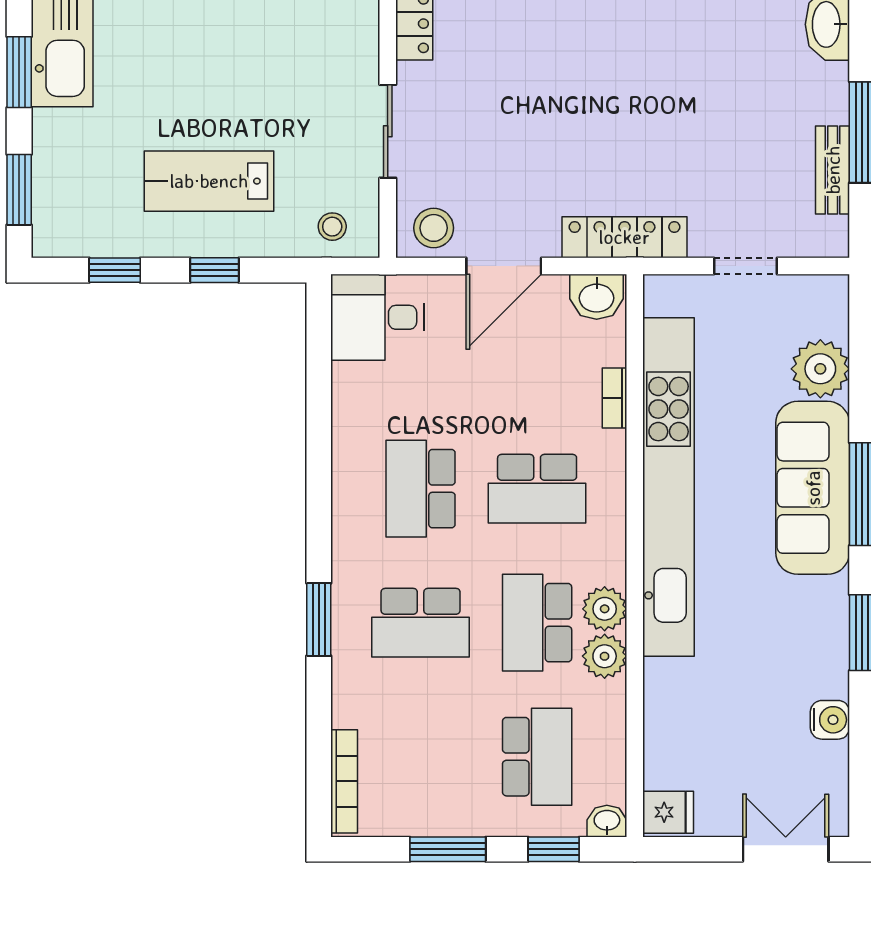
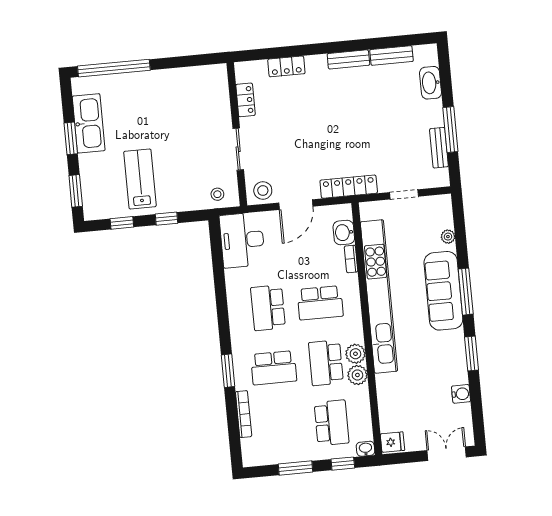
lab bench: (209, 181) -> (140, 179), moved, turned 90
washbasin: (597, 297) -> (344, 233), moved, turned 90
desk: (377, 317) -> (242, 240), width x1.37
plant: (820, 369) -> (448, 237), width x0.53, depth x0.53
bookcase: (344, 781) -> (244, 414), moved

